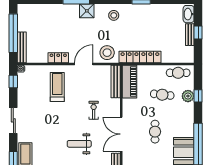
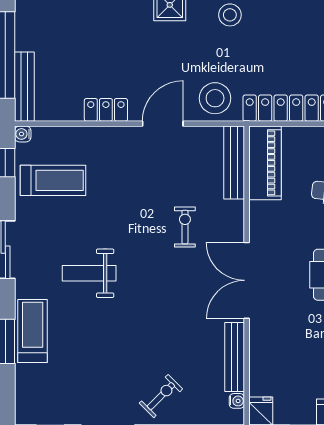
treadmill: (57, 87) -> (53, 180), moved, turned 90
weight bench: (79, 144) -> (89, 273), moved

